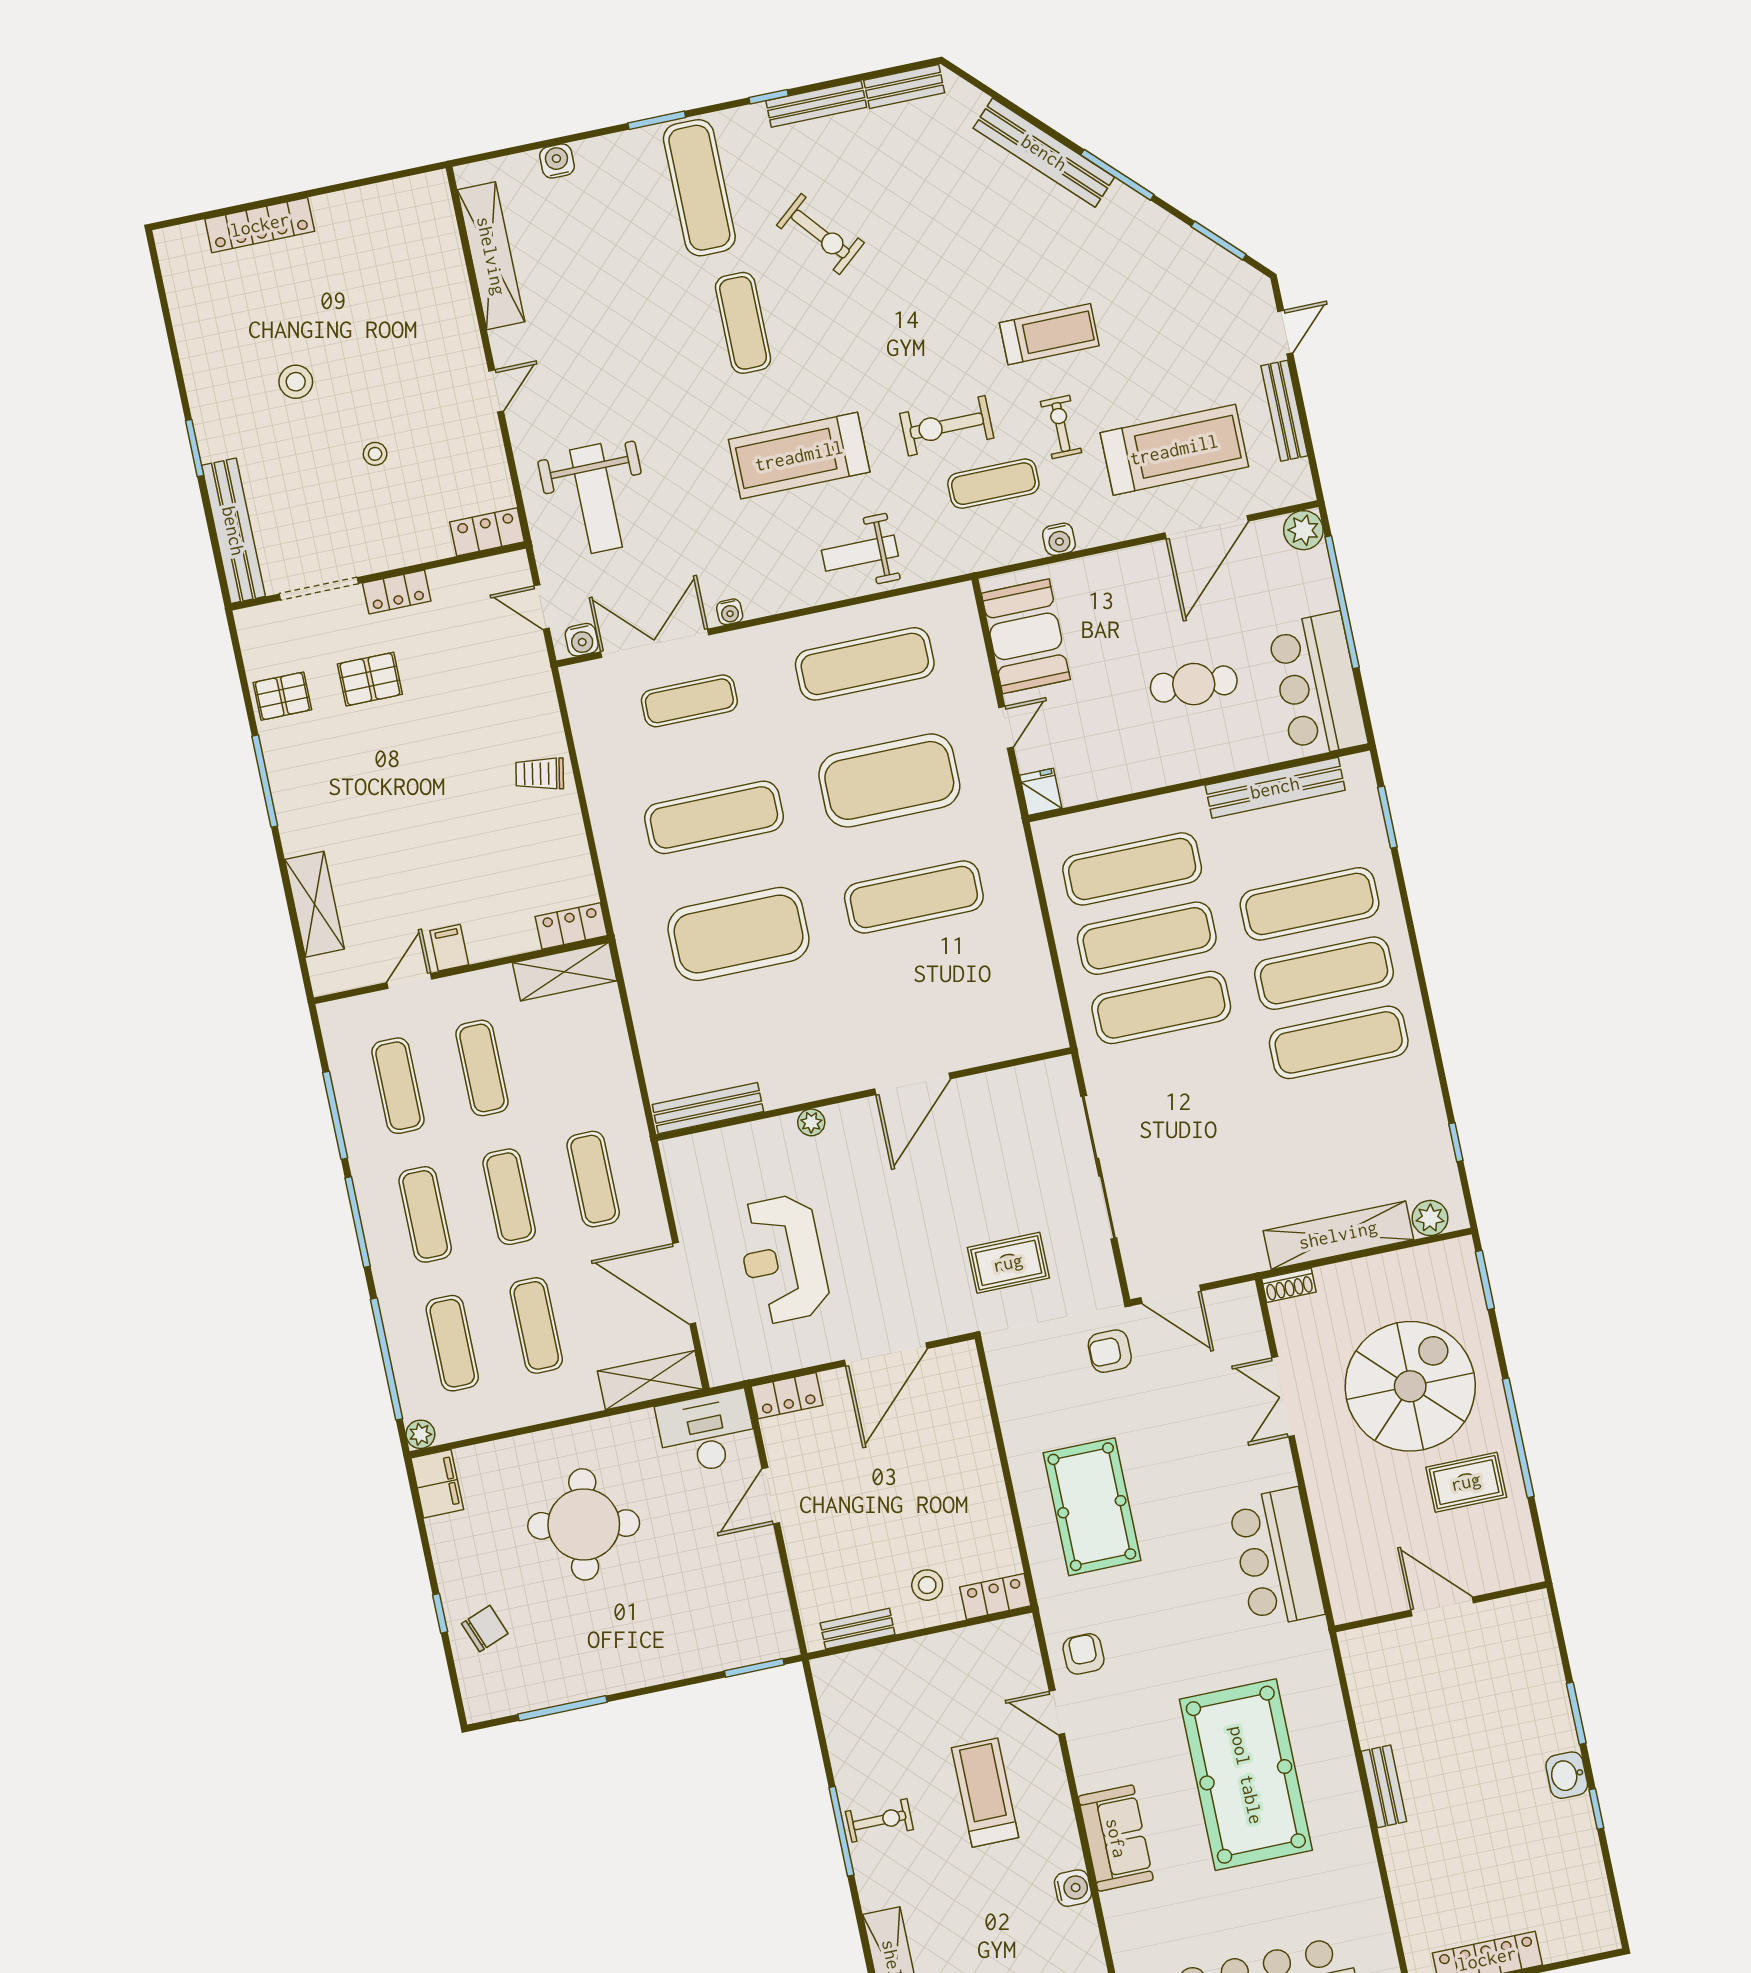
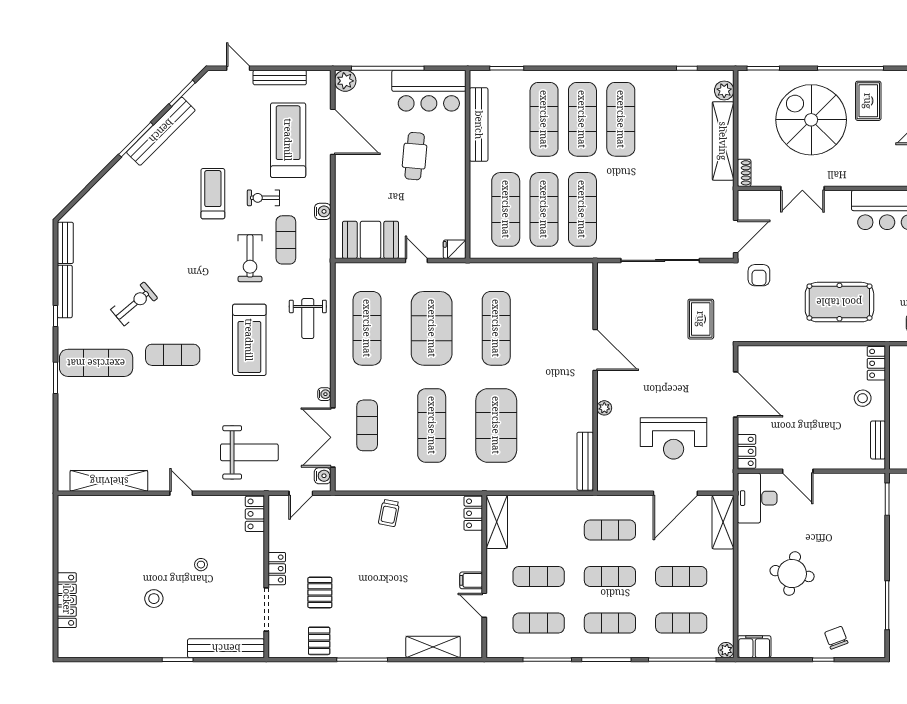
bench: (1044, 153) -> (161, 131), moved
water cooler: (557, 161) -> (66, 435), removed
round table: (584, 1524) -> (792, 574), width x0.73, depth x0.73

